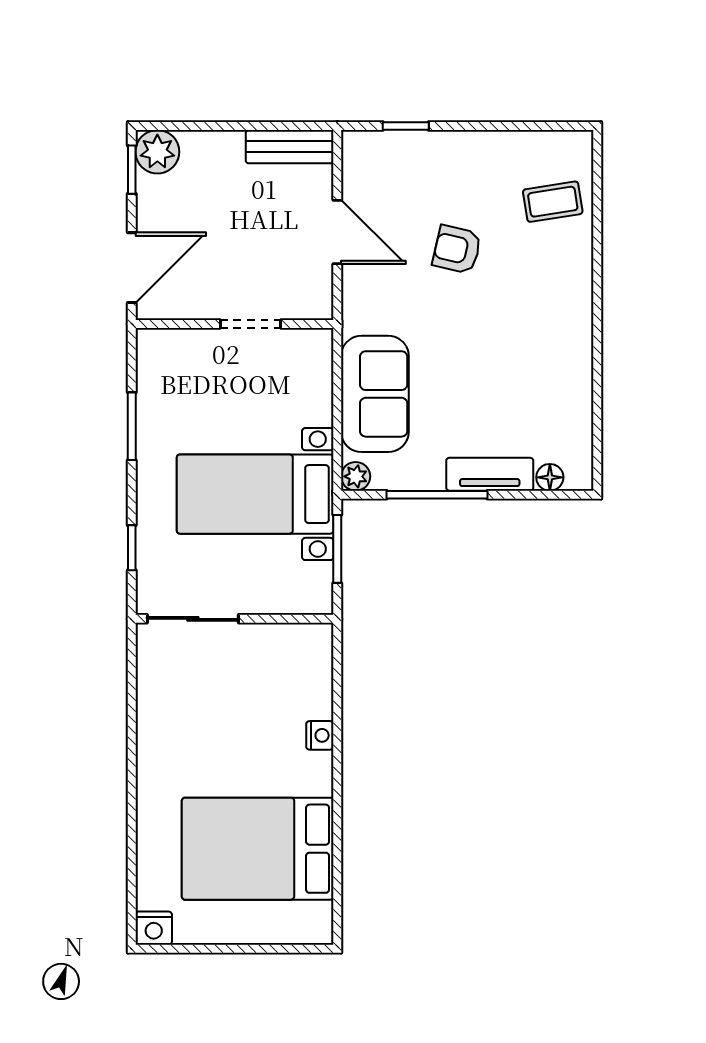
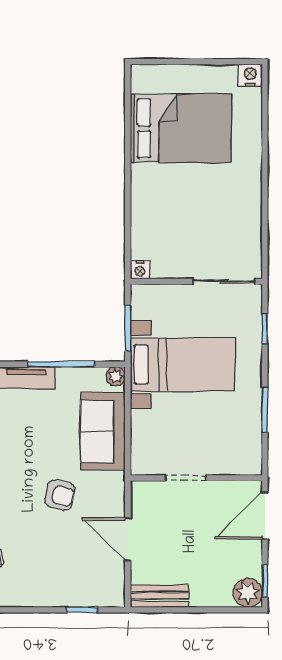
armchair: (457, 249) -> (60, 495), moved
nightstand: (320, 735) -> (140, 270), moved, turned -90

